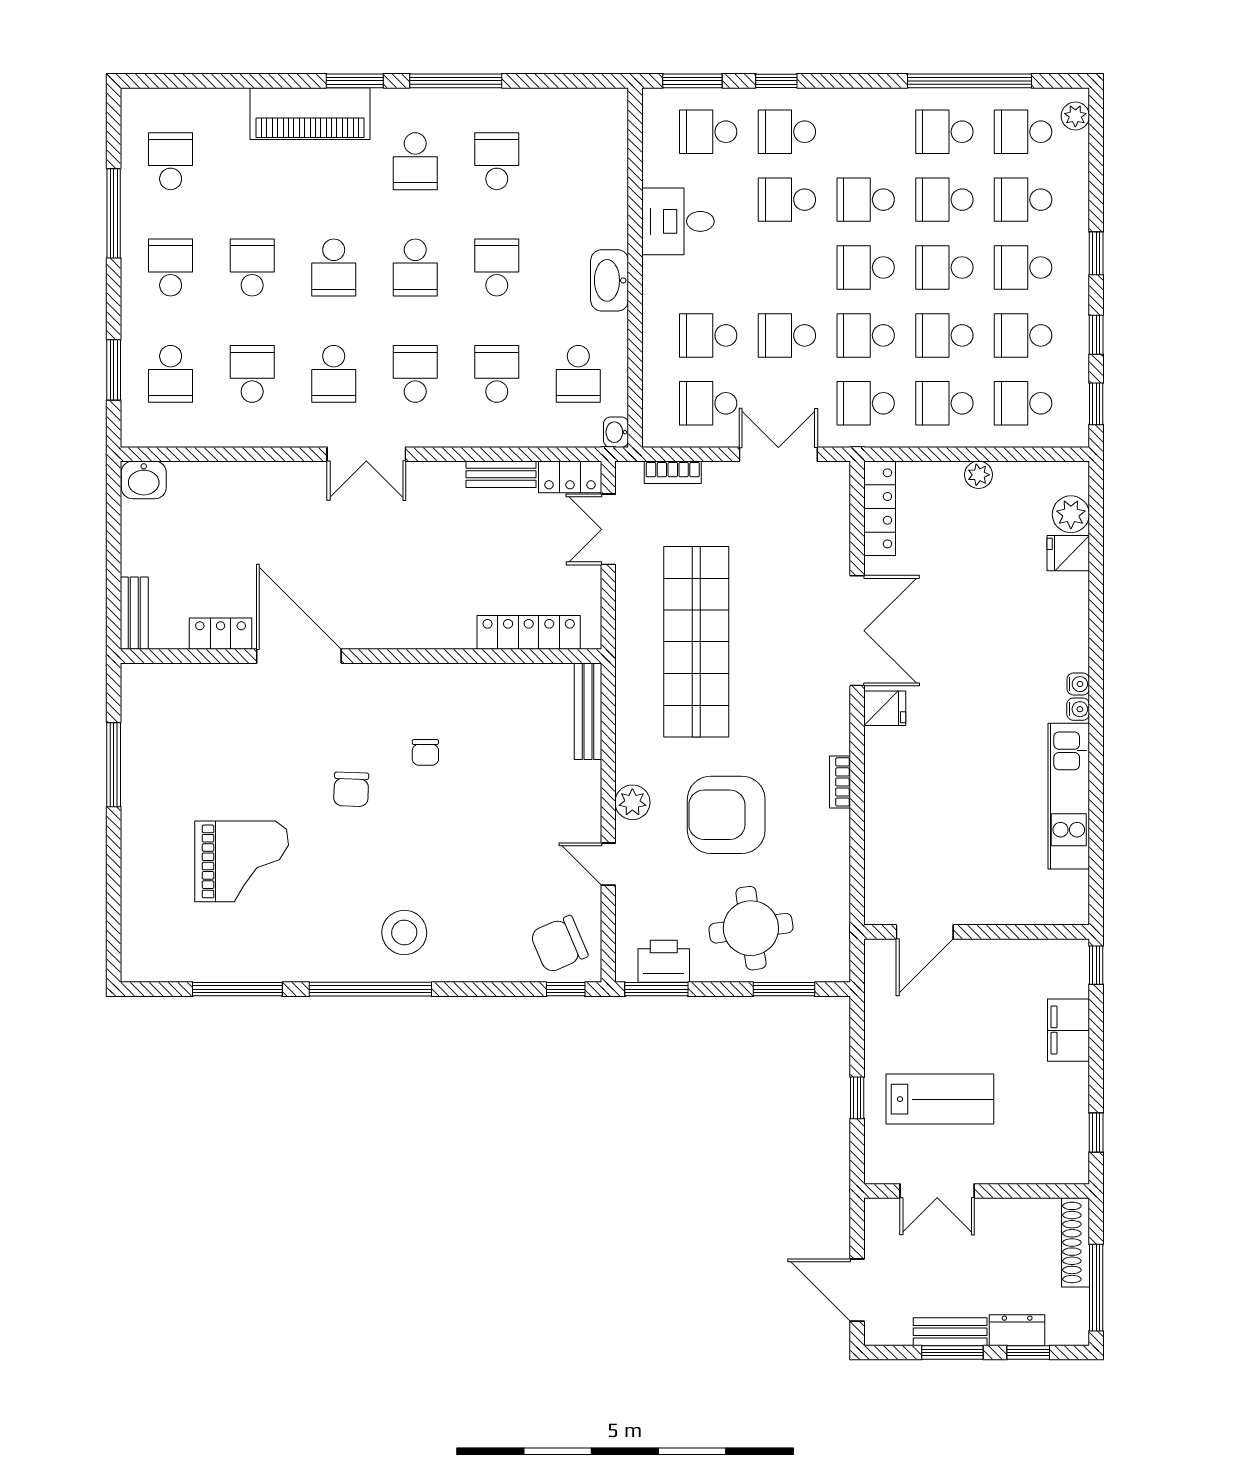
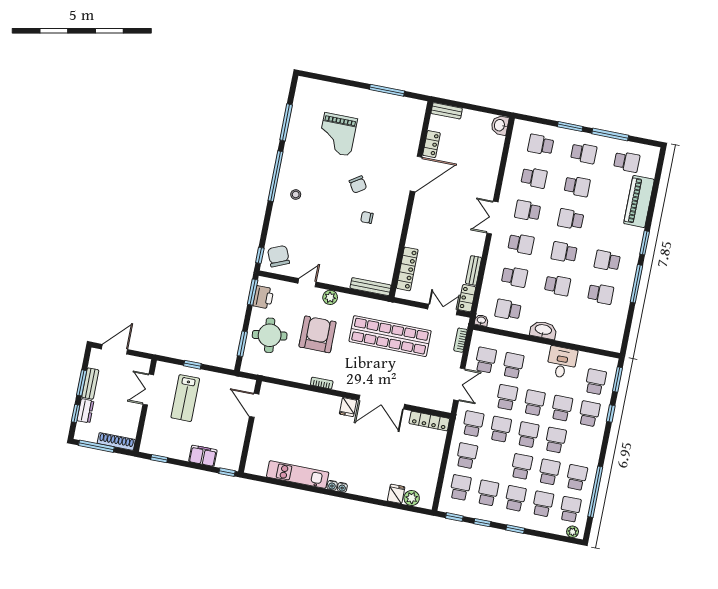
piano: (310, 114) -> (639, 201), moved
school desk: (944, 335) -> (534, 403), moved
window: (114, 370) -> (570, 127), moved
plant: (979, 475) -> (435, 464), removed
chair: (351, 789) -> (358, 184), turned -125
stool: (404, 932) -> (296, 195), width x0.53, depth x0.53

